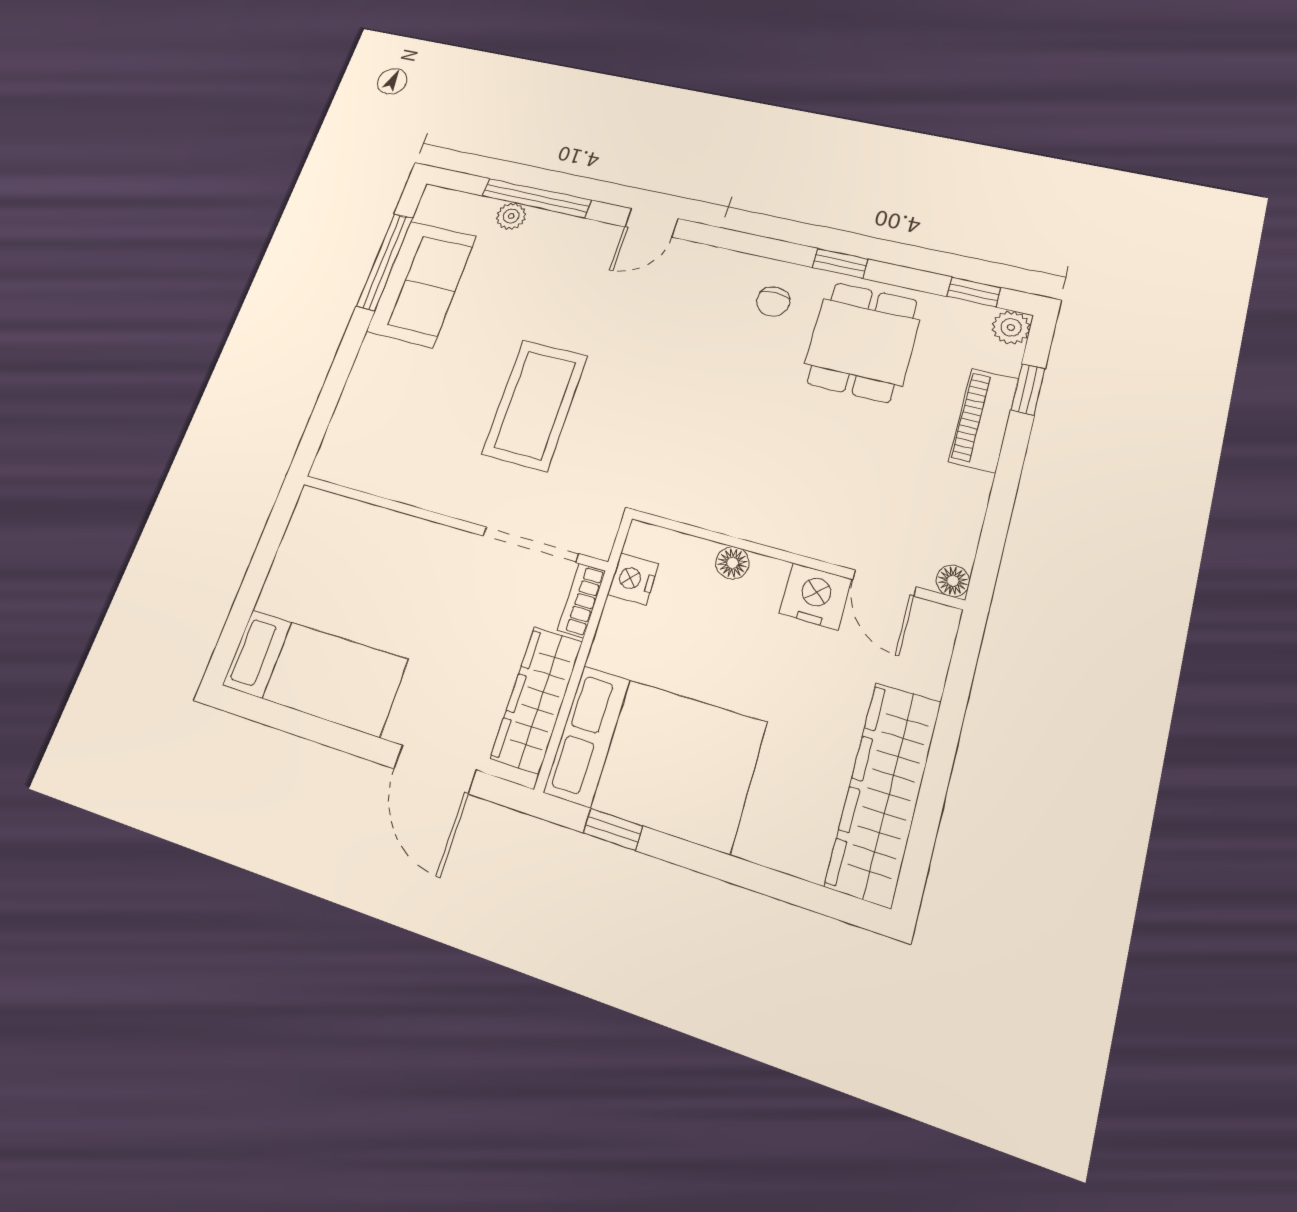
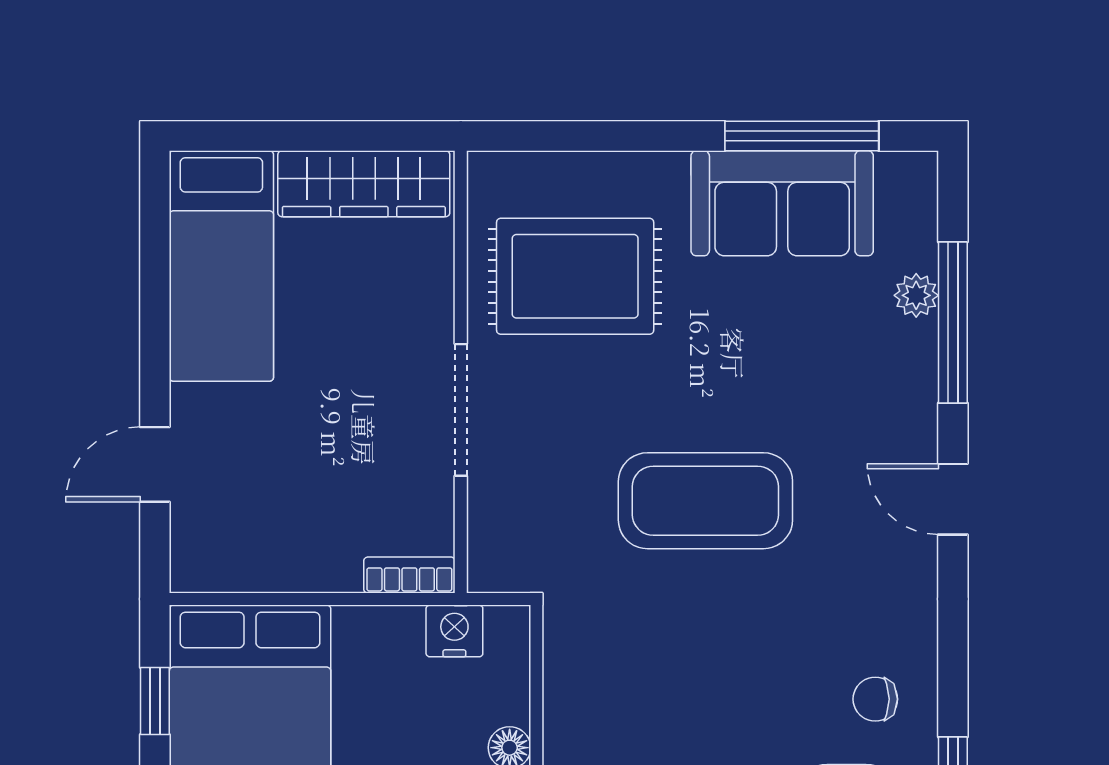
coffee table: (535, 405) -> (705, 501), moved
rug: (417, 427) -> (575, 276), added
doorway: (531, 545) -> (461, 410), moved
wardrobe: (537, 700) -> (364, 184), moved, turned 180
door: (435, 769) -> (155, 464), width x0.73

